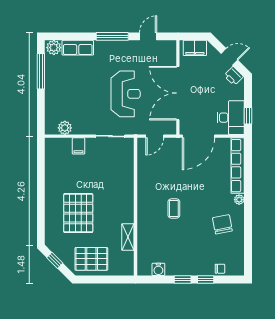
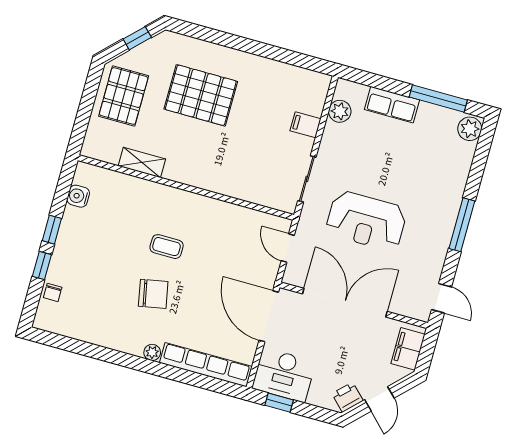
door: (148, 36) -> (441, 298), moved
row of seats: (78, 48) -> (392, 105), moved, turned -90
chair: (222, 224) -> (153, 294), moved

